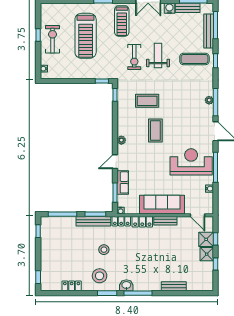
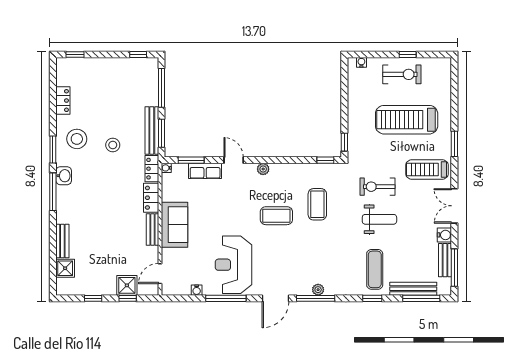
reception desk: (191, 162) -> (233, 265), turned 180
sofa: (162, 205) -> (175, 225), width x0.73
shower: (207, 254) -> (65, 268), moved

